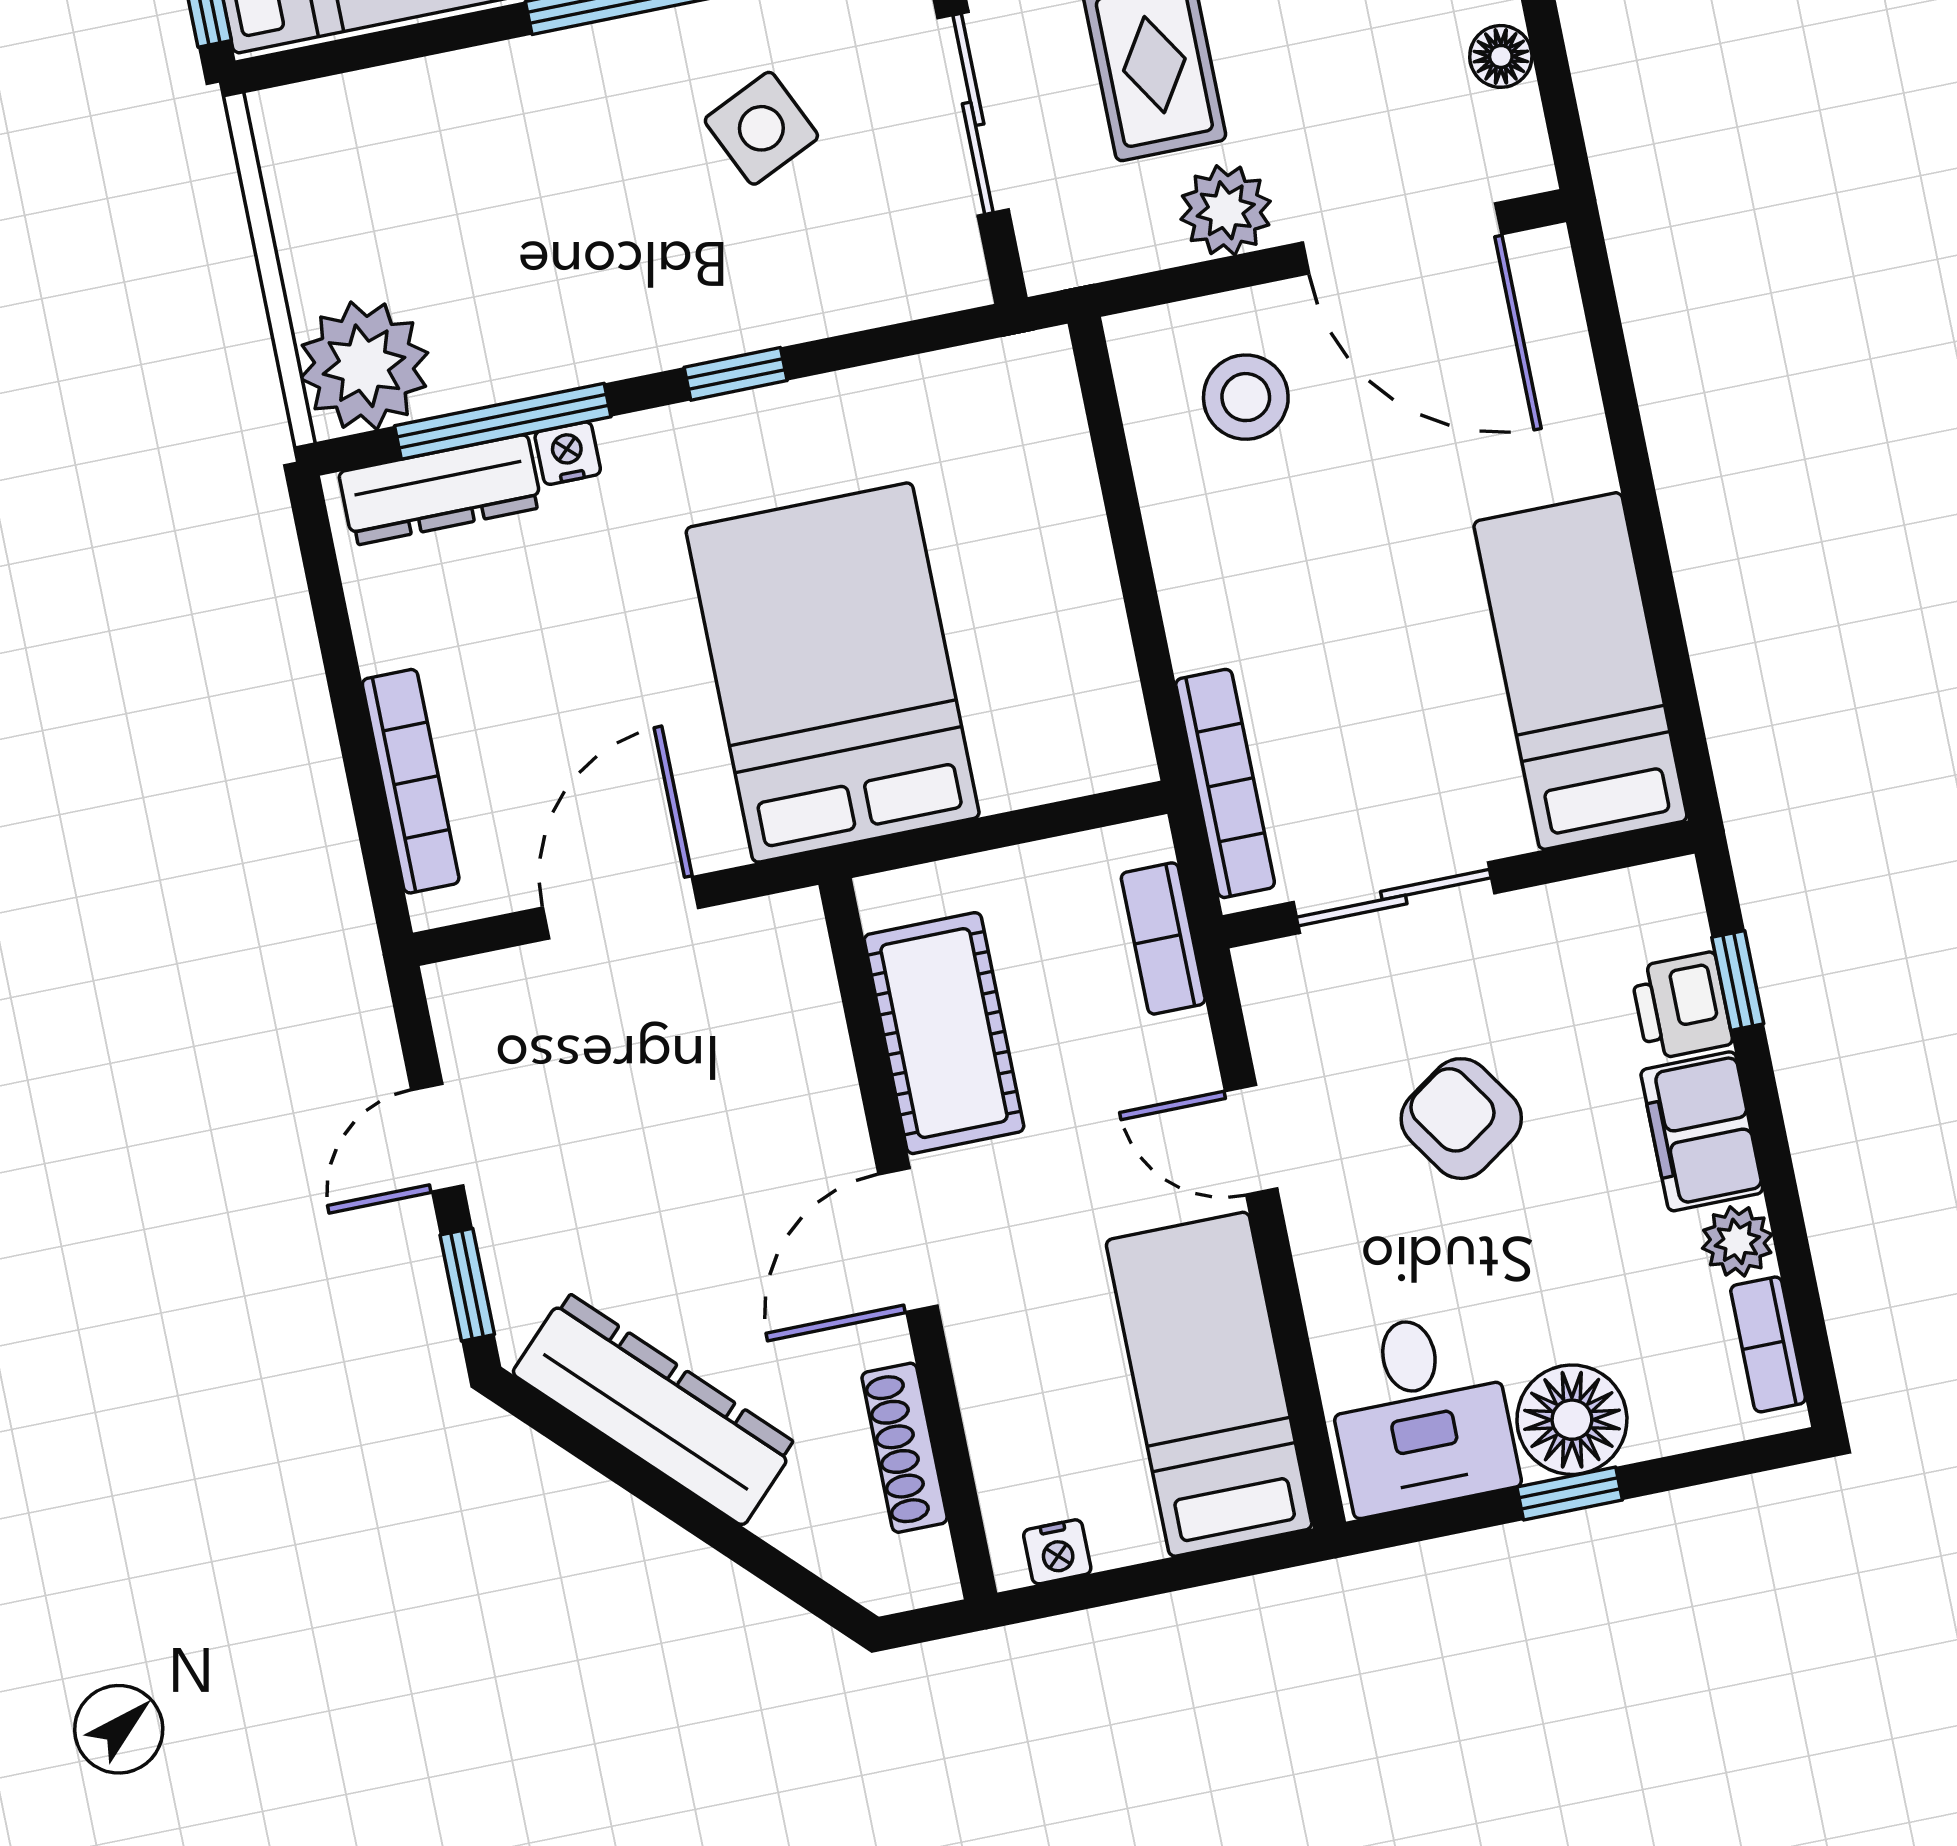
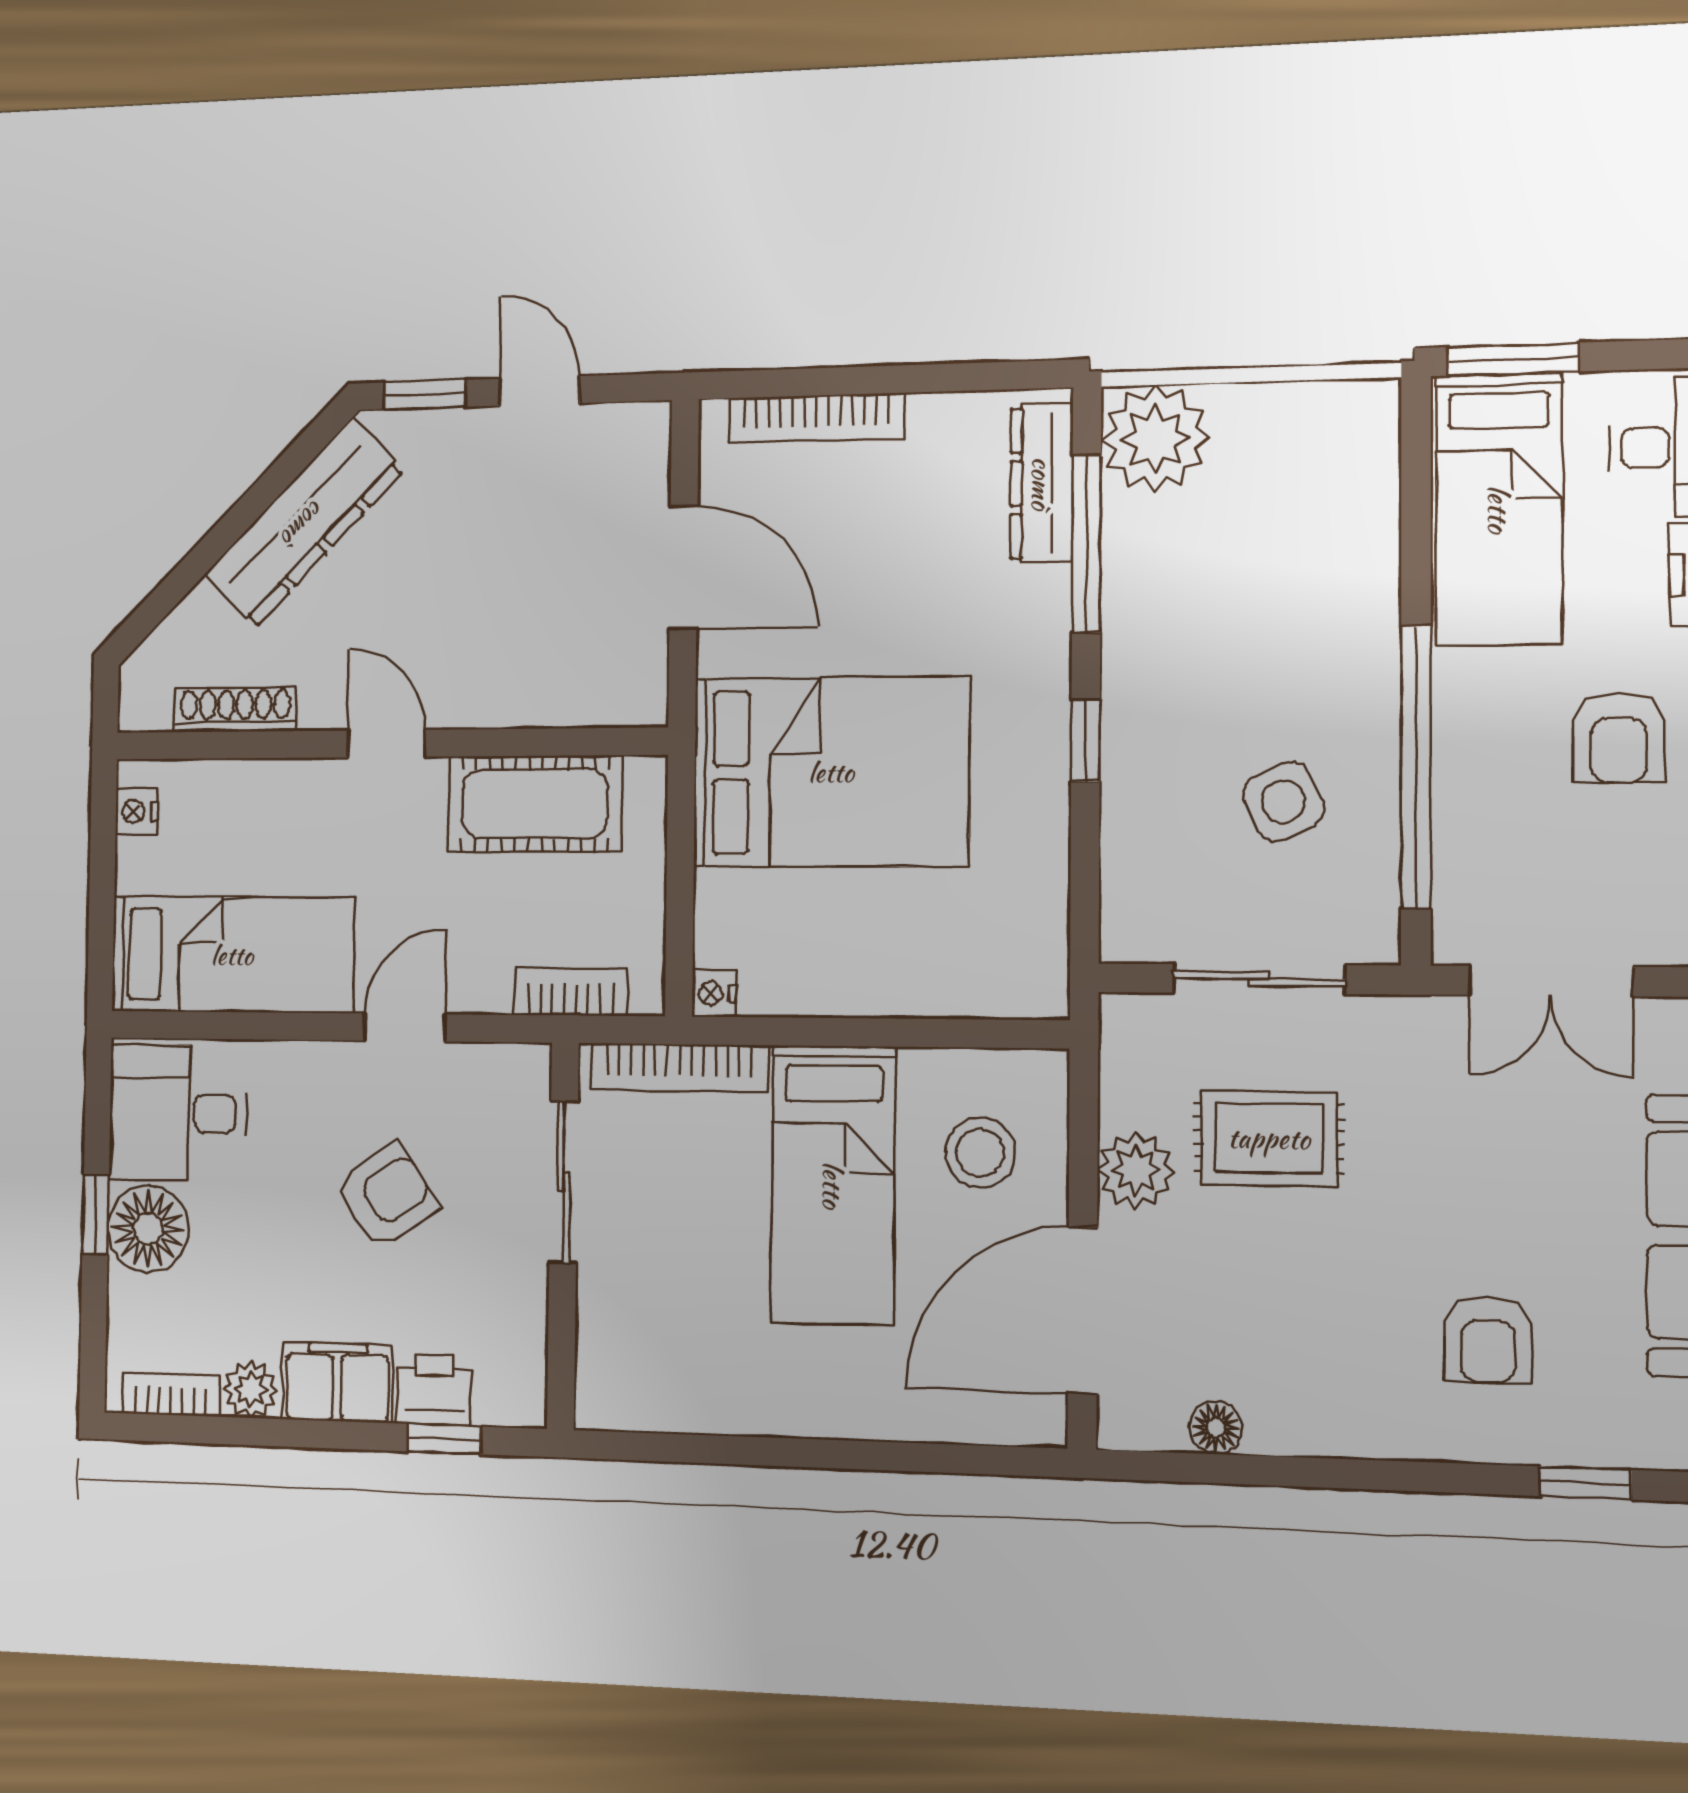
nightstand: (568, 453) -> (714, 993), moved, turned 180
bed: (1580, 671) -> (833, 1185), moved, turned 90
door: (908, 1240) -> (386, 744), width x0.73

